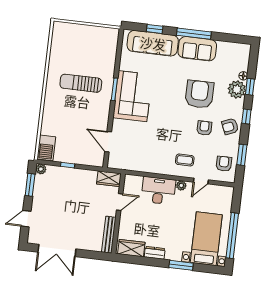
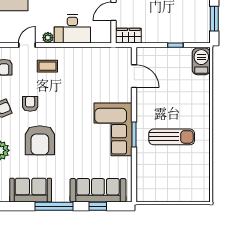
sofa: (197, 49) -> (31, 190), moved
armchair: (204, 128) -> (30, 104), turned 180
plant: (41, 169) -> (204, 37), removed

